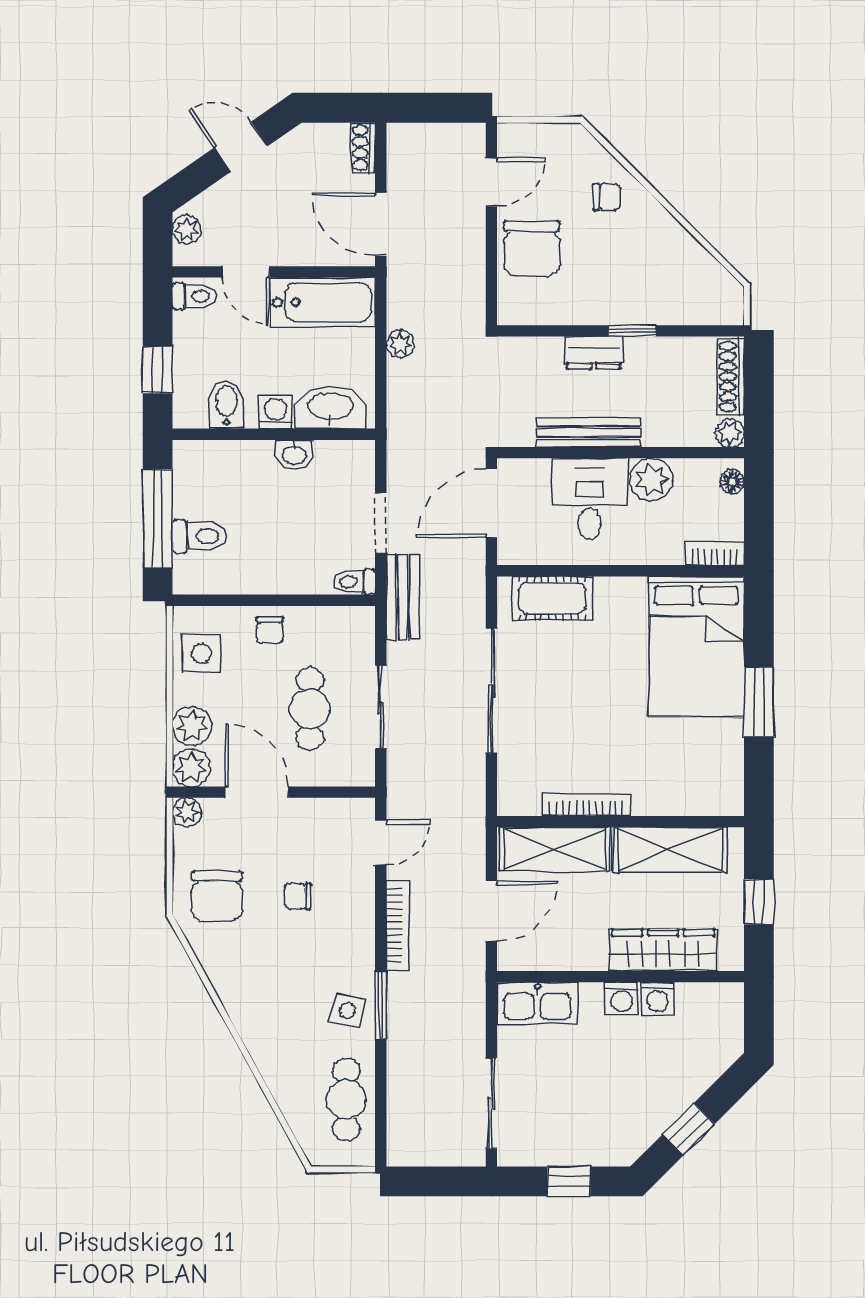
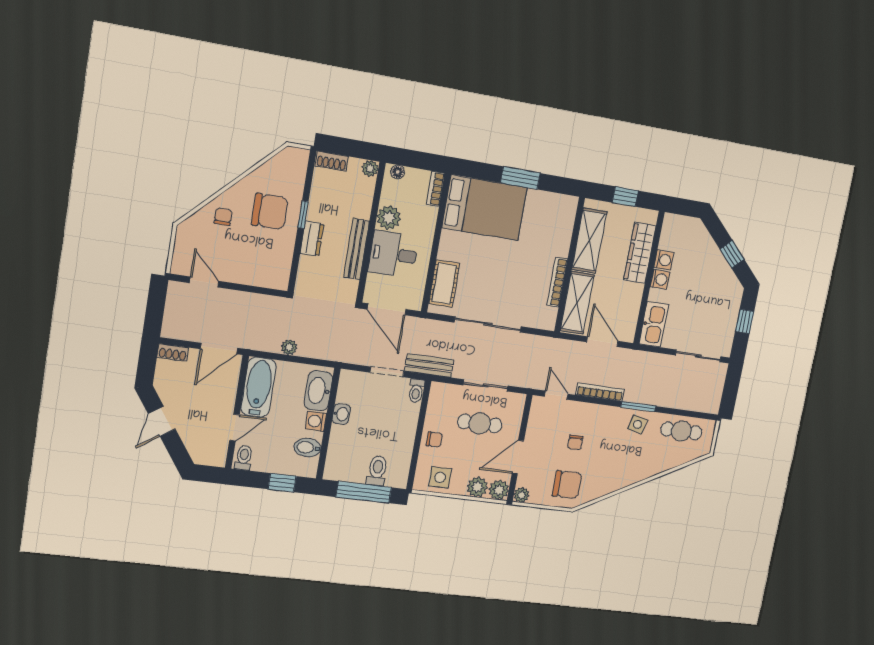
plant: (187, 229) -> (205, 457), removed
chair: (532, 248) -> (270, 211), moved
shoe rack: (731, 376) -> (332, 161), width x0.70

